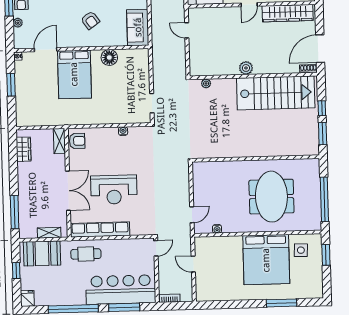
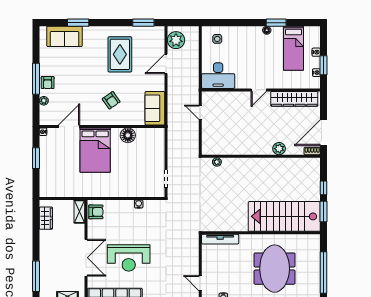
plant: (246, 68) -> (279, 149), moved
stairs: (276, 93) -> (284, 216), moved, turned 180
tv unit: (212, 167) -> (220, 239), added
door: (192, 215) -> (200, 283), swing flipped

